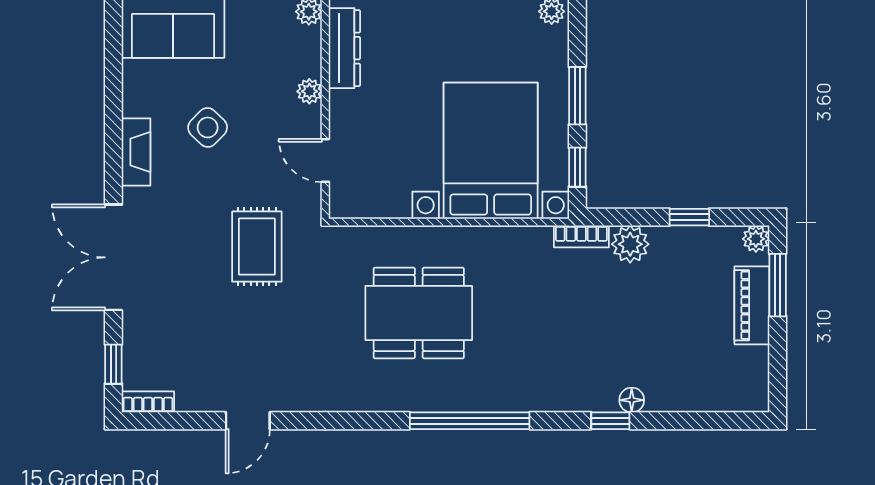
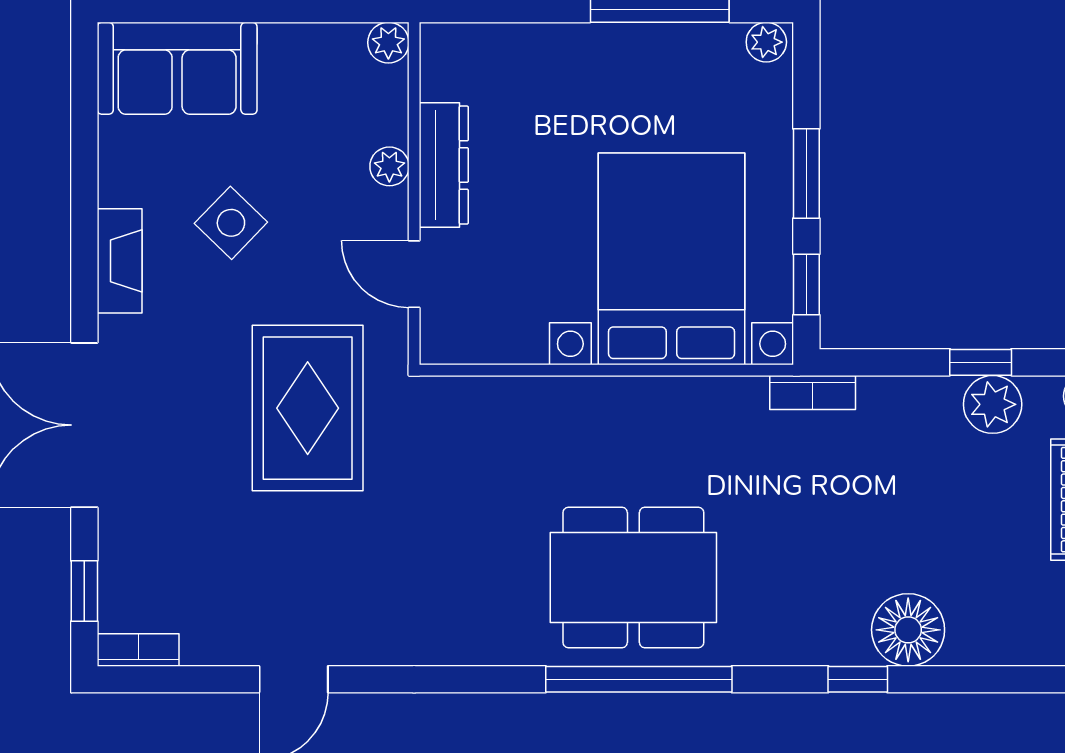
dresser: (344, 48) -> (444, 165), moved
plant: (630, 244) -> (993, 404), moved
rug: (257, 247) -> (308, 408), width x1.36, depth x1.43
dining table: (419, 313) -> (633, 577), moved
floor lamp: (632, 400) -> (908, 630), width x1.89, depth x1.89

